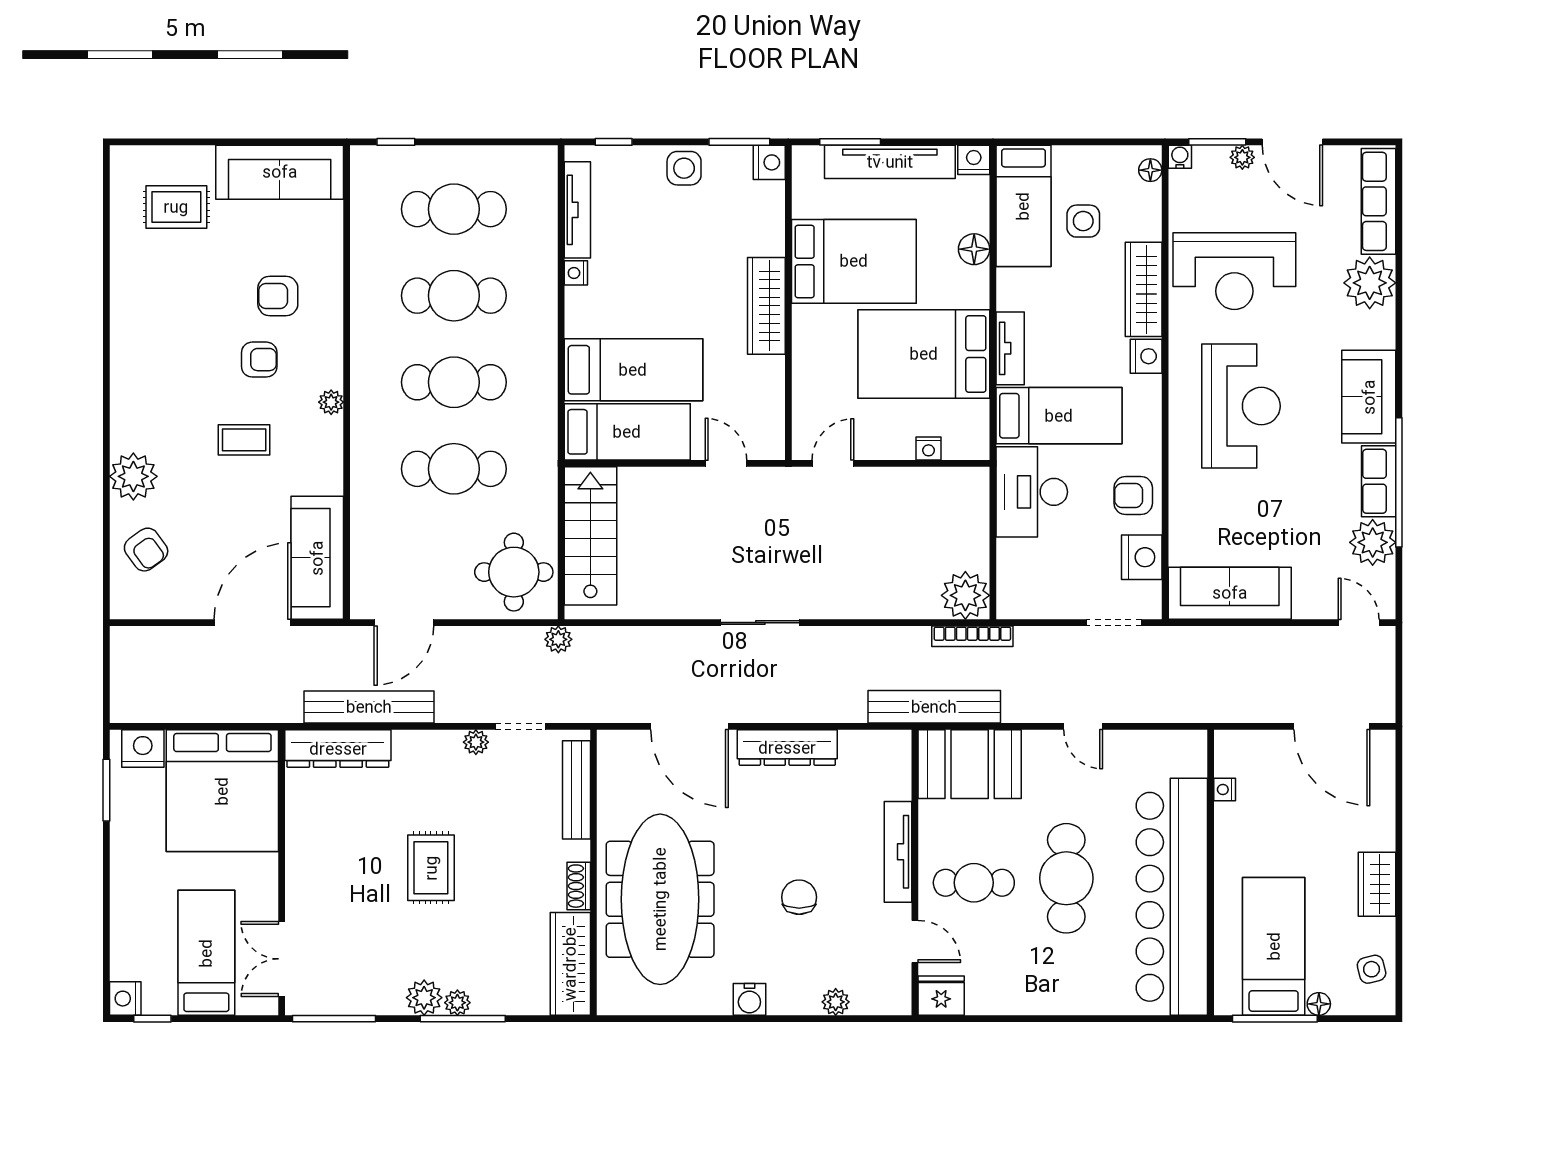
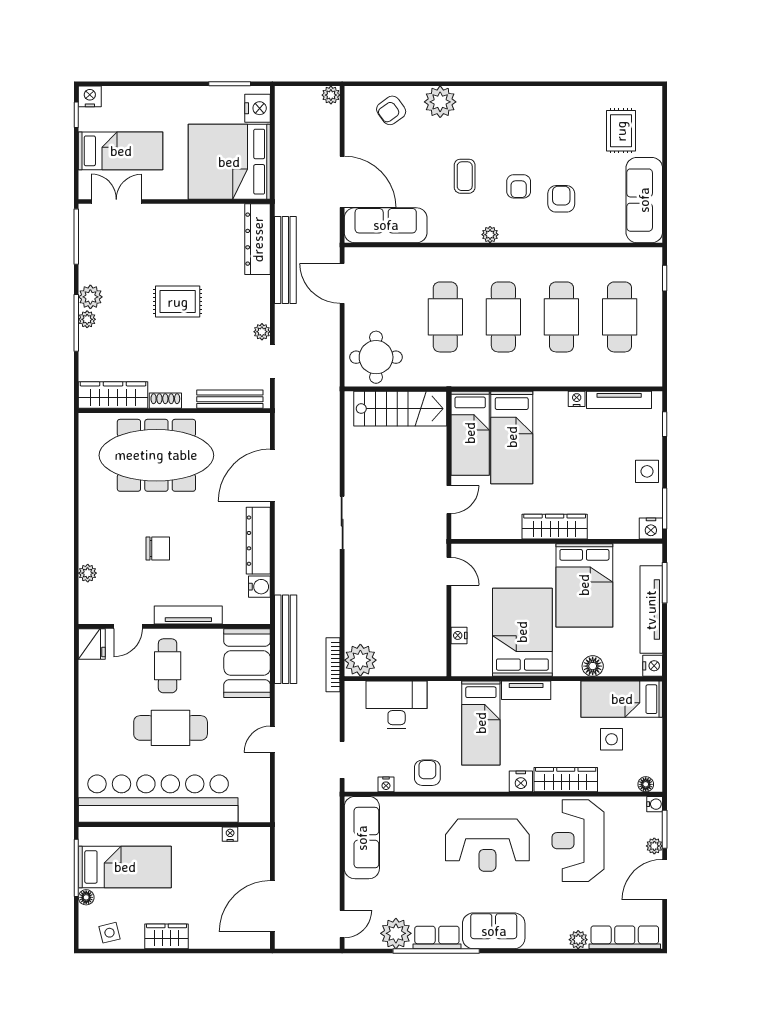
plant: (1370, 283) -> (578, 940), width x0.53, depth x0.53
desk: (1032, 492) -> (397, 705), moved
nightstand: (1142, 557) -> (386, 784), width x0.53, depth x0.56
plant: (558, 639) -> (331, 95), moved
water cooler: (749, 999) -> (259, 587), moved, turned 180

